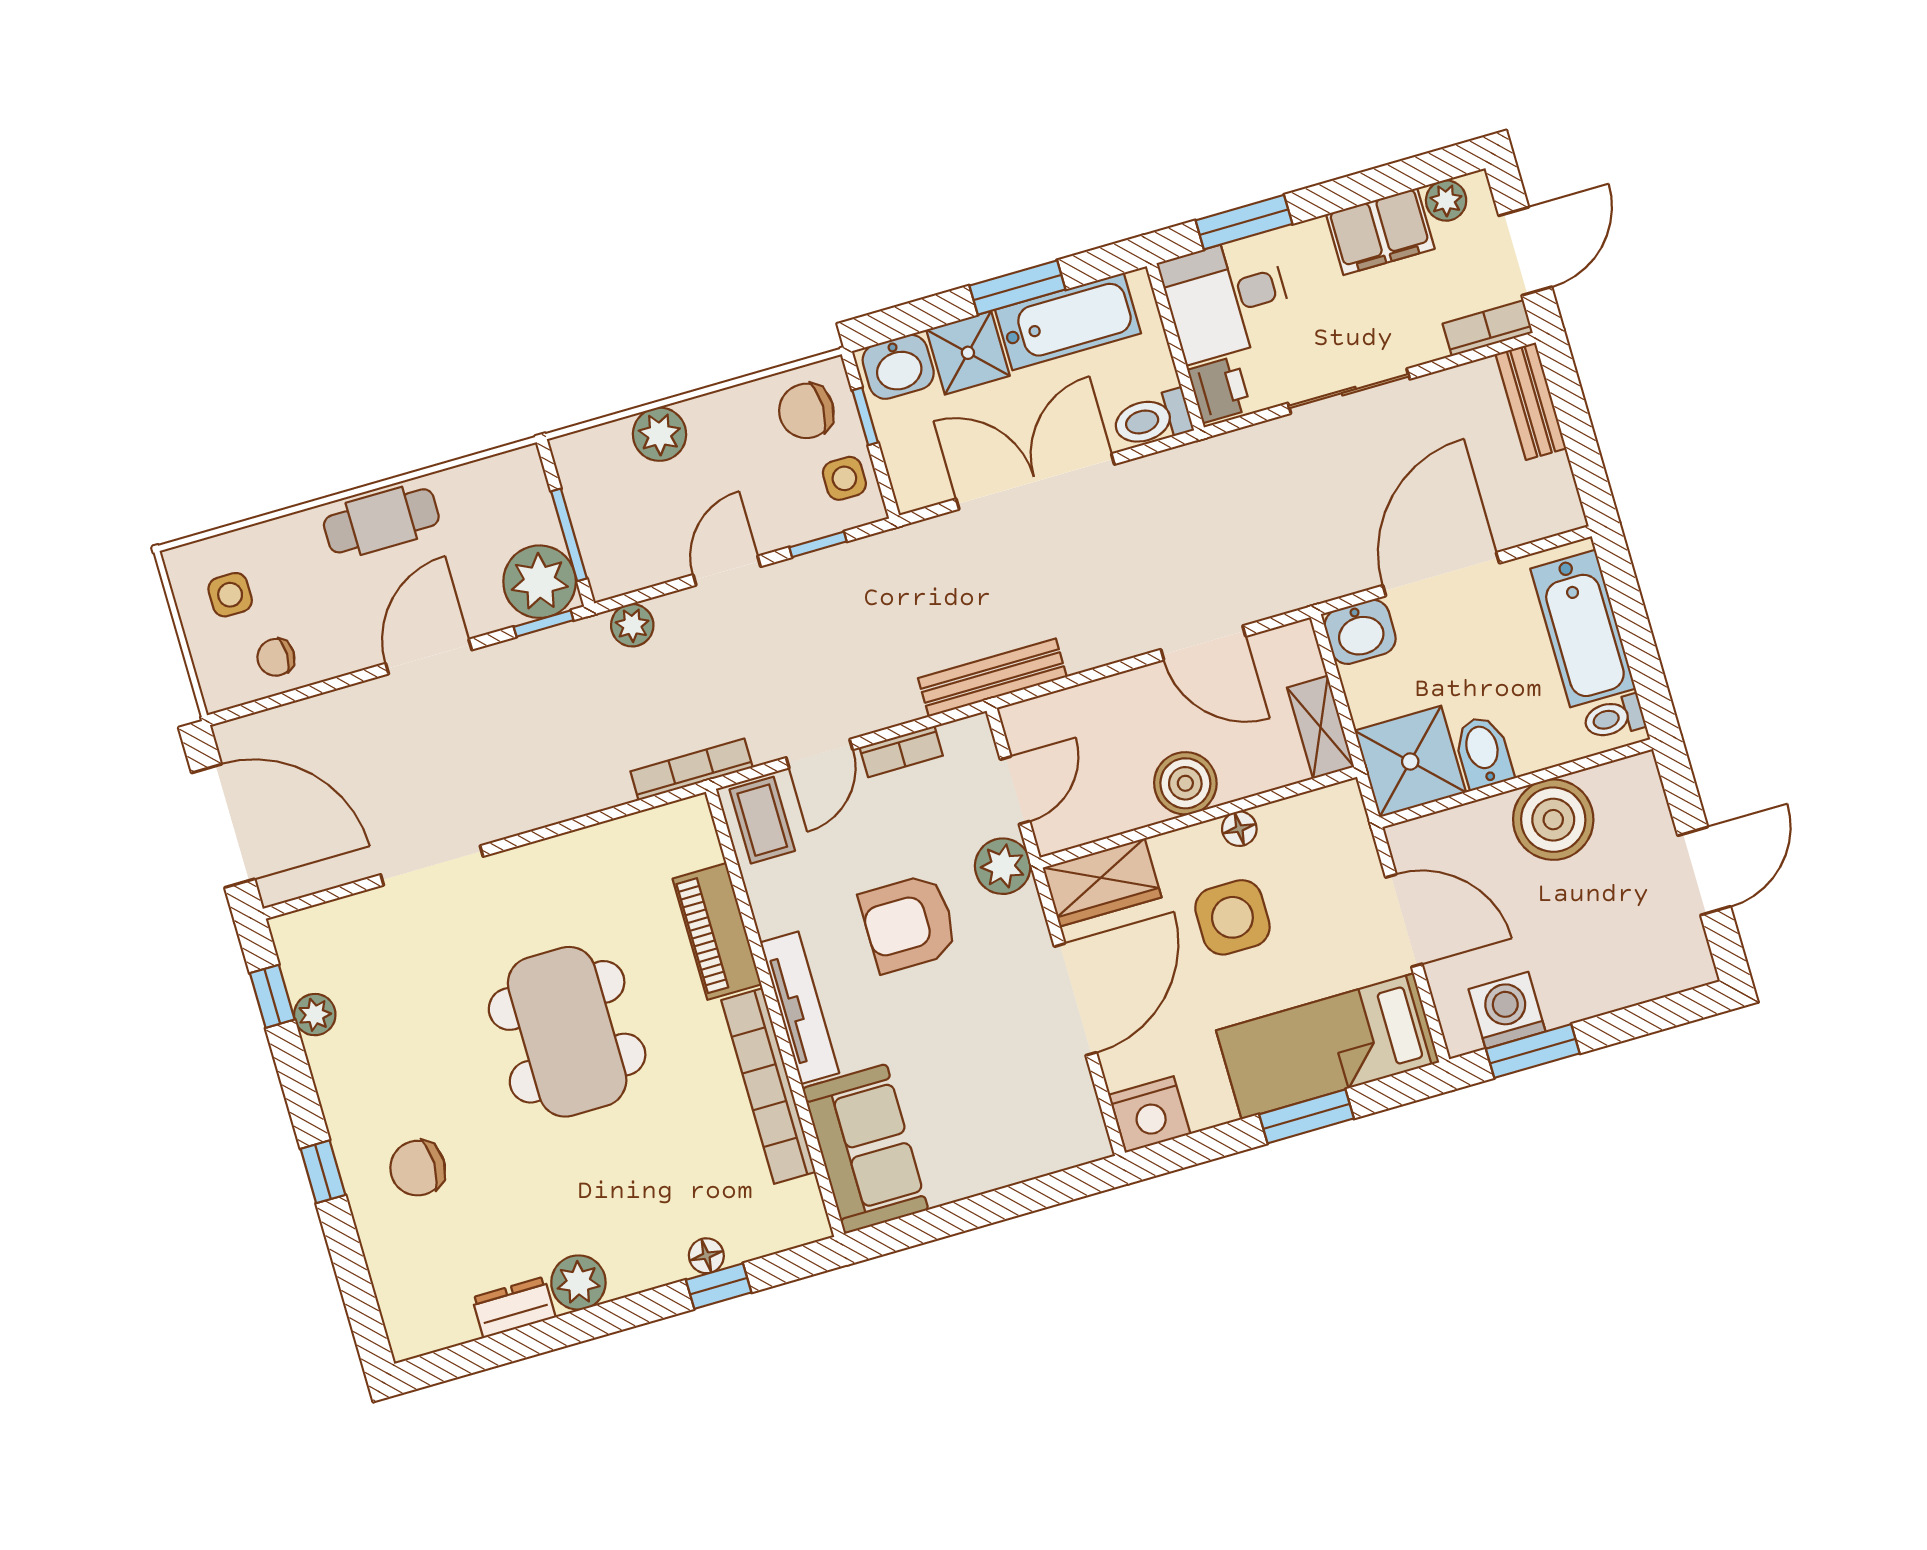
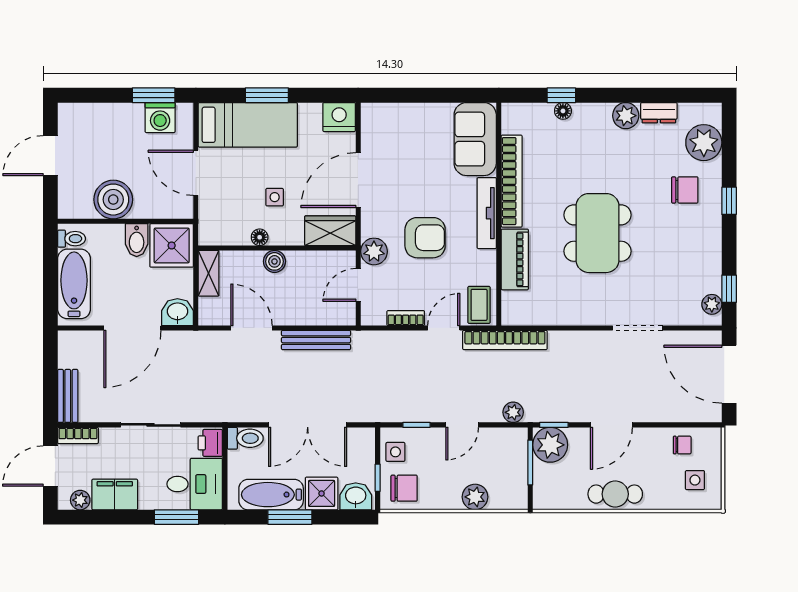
bench: (992, 678) -> (316, 340), moved
bookcase: (692, 769) -> (505, 340), width x1.48, depth x1.31
boiler: (1185, 783) -> (274, 261), width x0.73, depth x0.73
side table: (1232, 917) -> (275, 197), width x0.54, depth x0.54
plant: (315, 1015) -> (712, 304), moved
plant: (407, 1274) -> (704, 143), added

